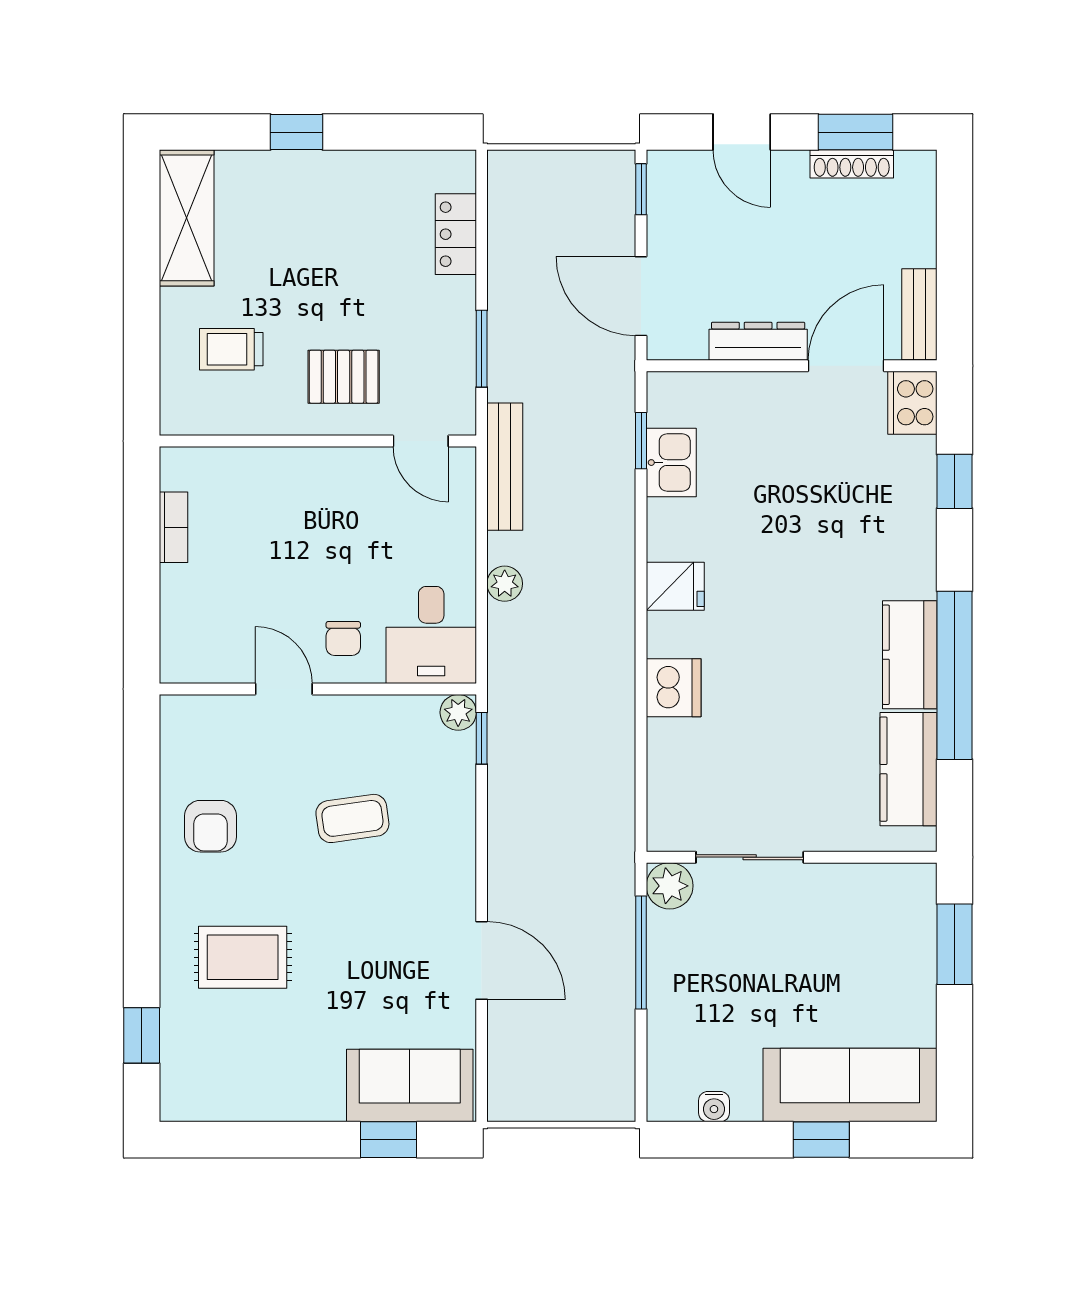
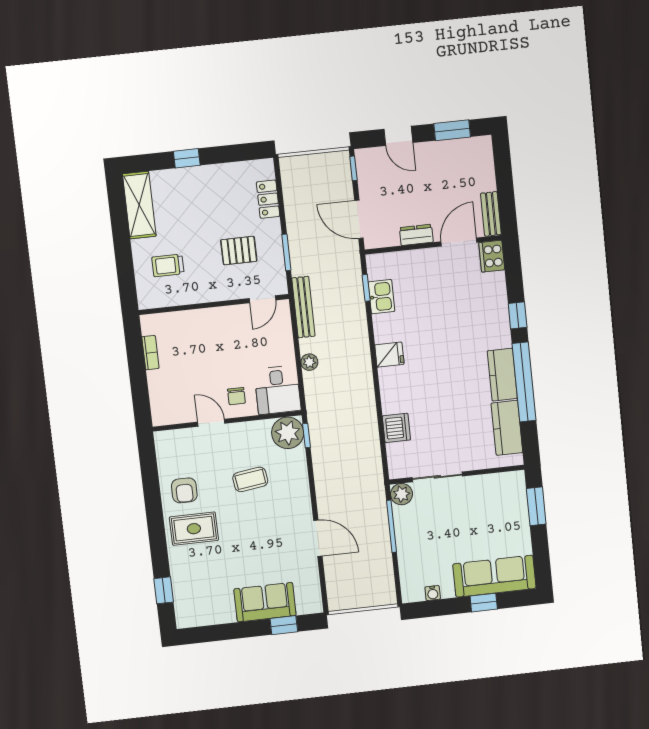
shoe rack: (852, 164) -> (452, 146), removed
dresser: (758, 341) -> (416, 235), width x0.70
pallet: (344, 377) -> (239, 251), moved
door: (421, 441) -> (262, 299), hinge flipped
window: (954, 481) -> (518, 315), moved
dishwasher: (674, 688) -> (396, 428), moved
plant: (458, 712) -> (288, 433), width x1.88, depth x1.88
rug: (243, 957) -> (194, 529), moved
sofa: (410, 1086) -> (265, 602), moved

